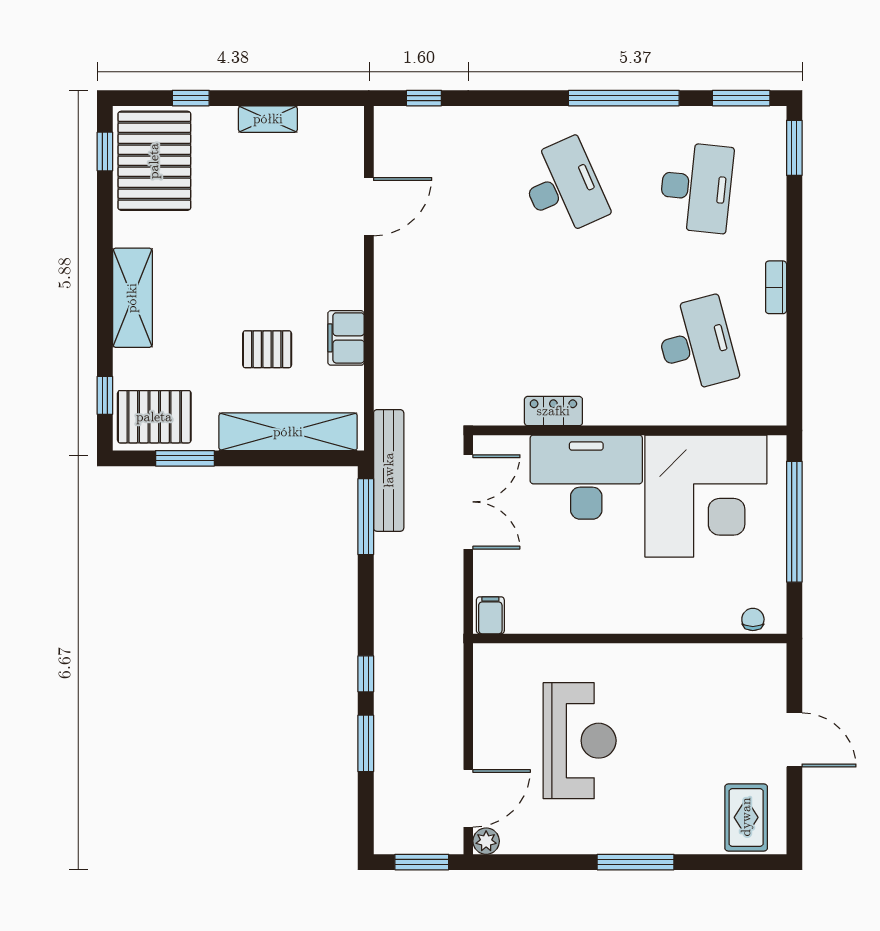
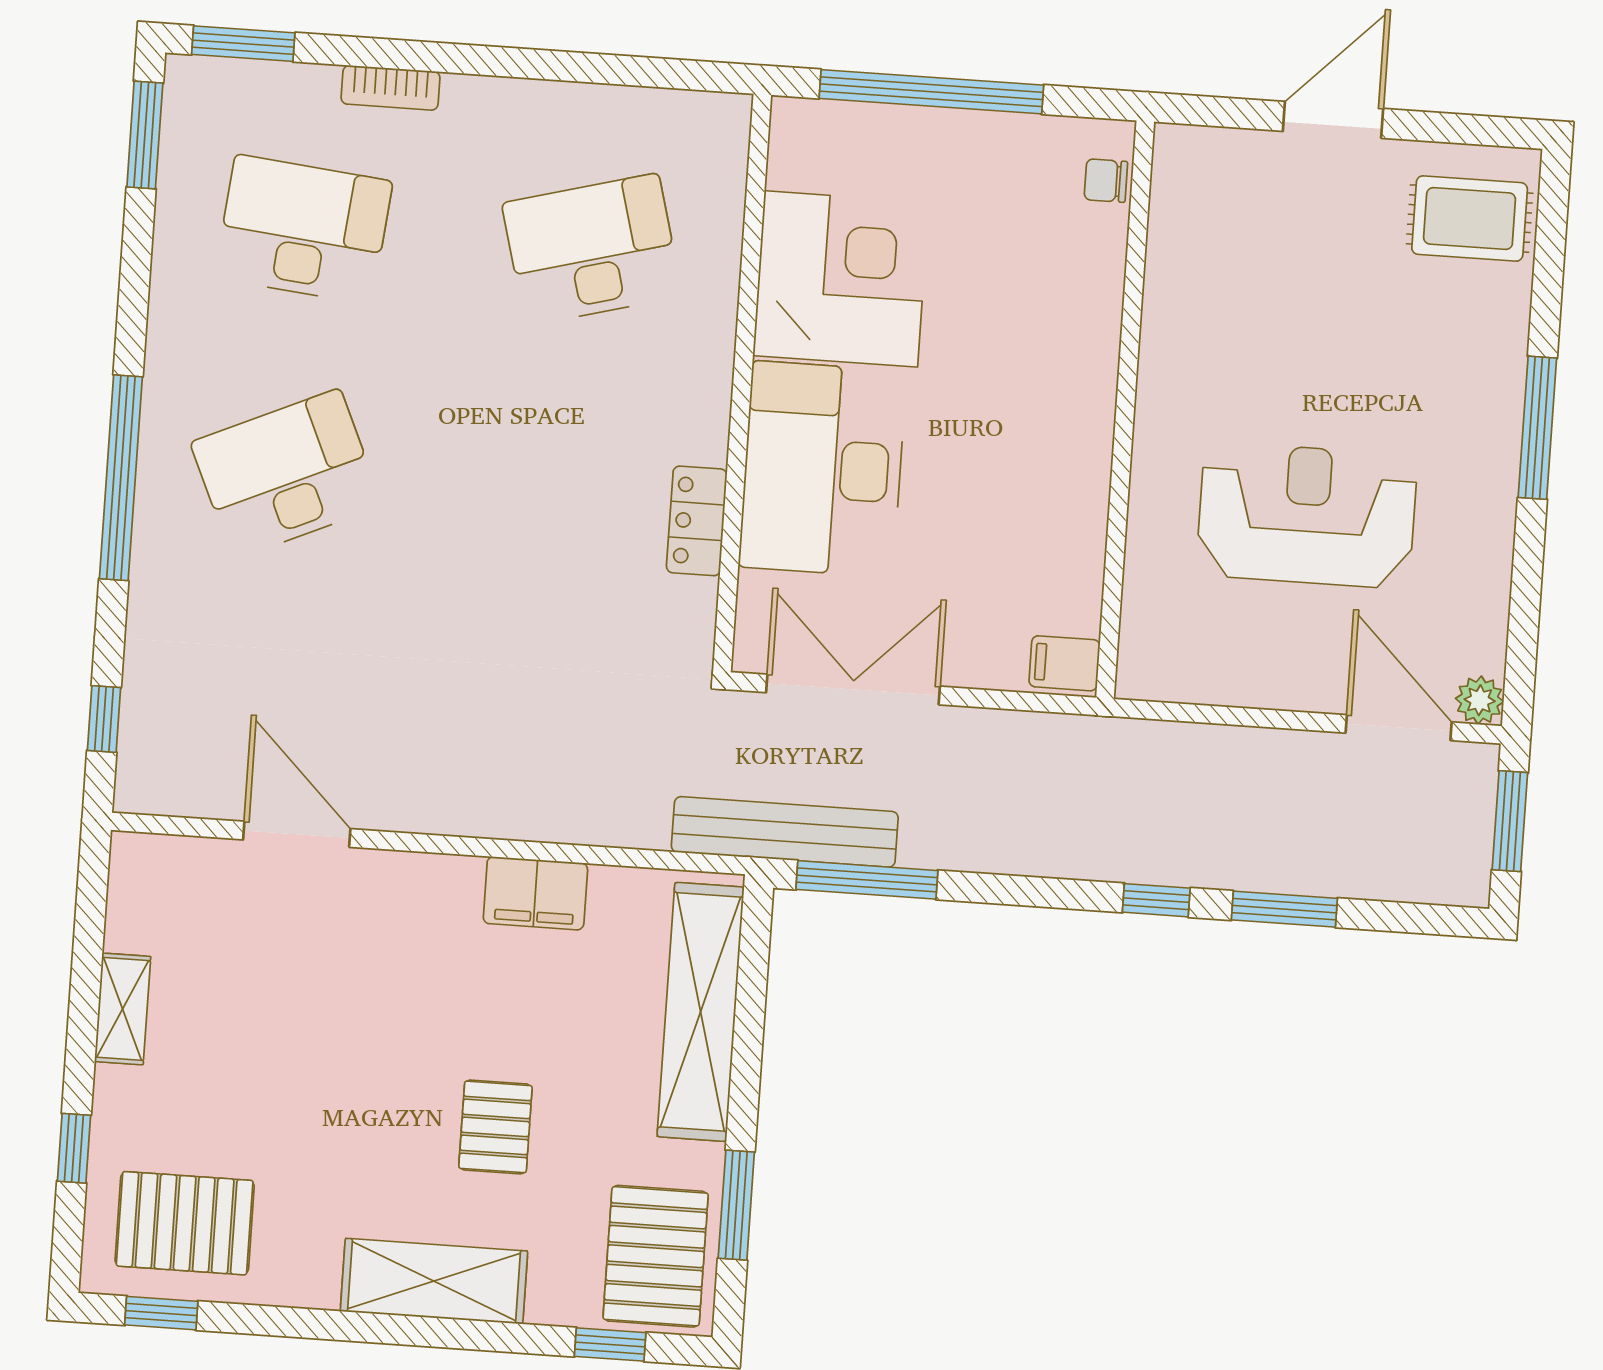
window: (624, 98) -> (121, 478), moved
pallet: (154, 161) -> (185, 1223), width x0.73, depth x0.71
bookcase: (776, 287) -> (391, 88), moved
pallet: (267, 349) -> (495, 1127), moved
corner desk: (706, 496) -> (841, 279), width x0.74, depth x0.74

